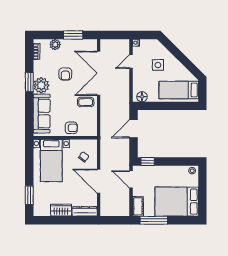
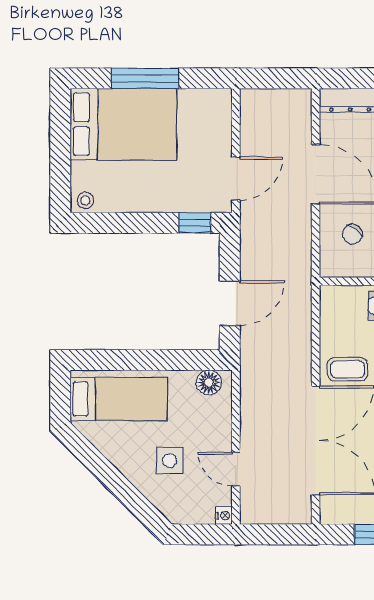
door: (131, 62) -> (236, 469), swing flipped
door: (131, 179) -> (236, 179), hinge flipped
cot: (138, 206) -> (219, 113), removed
window: (154, 220) -> (145, 78), moved

